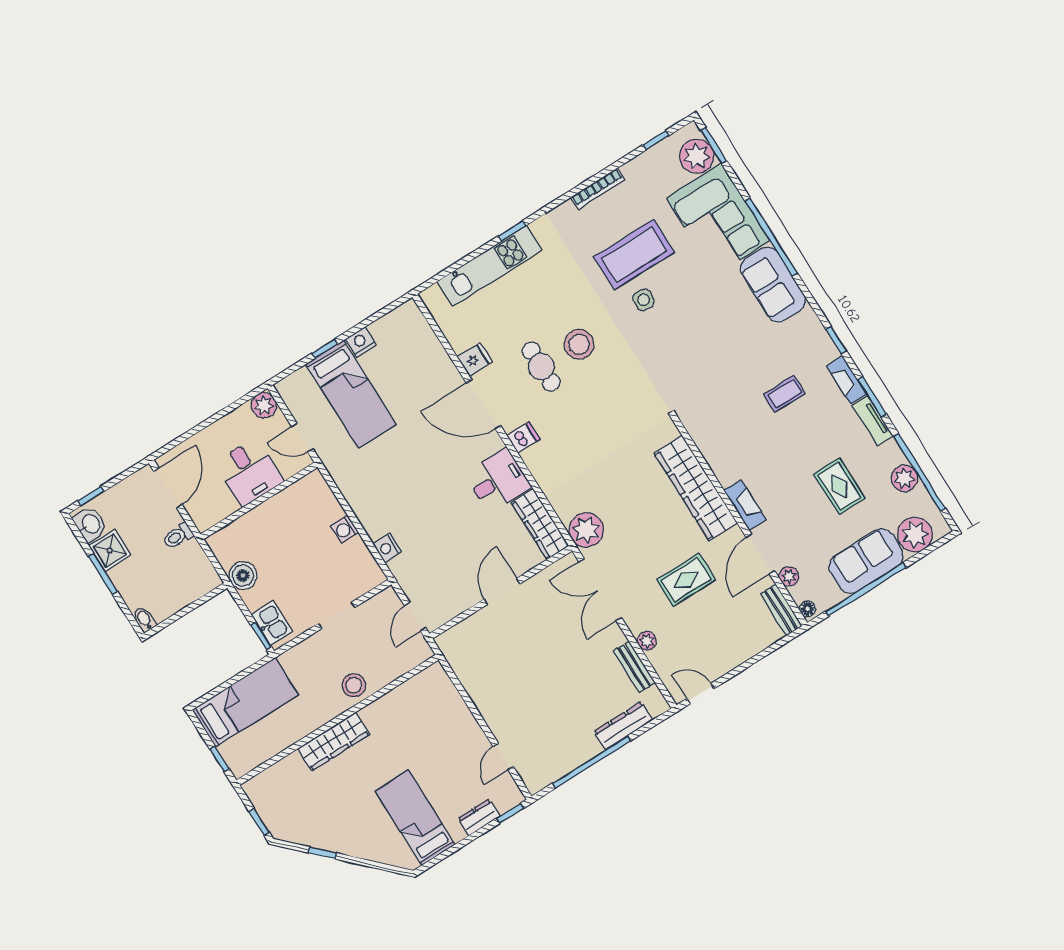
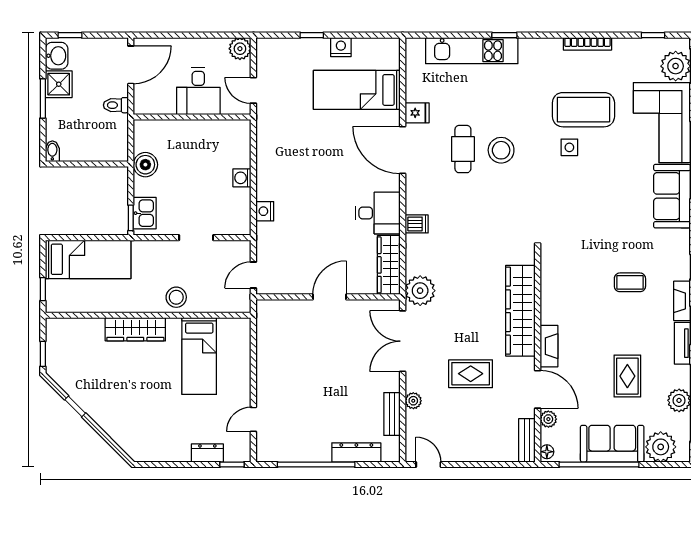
bed: (351, 394) -> (357, 90), moved, turned 90
dishwasher: (523, 437) -> (417, 224), moved
door: (760, 554) -> (538, 389), swing flipped
bed: (415, 818) -> (199, 356), moved, turned 180

